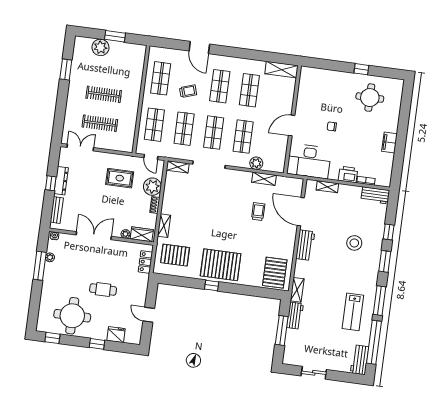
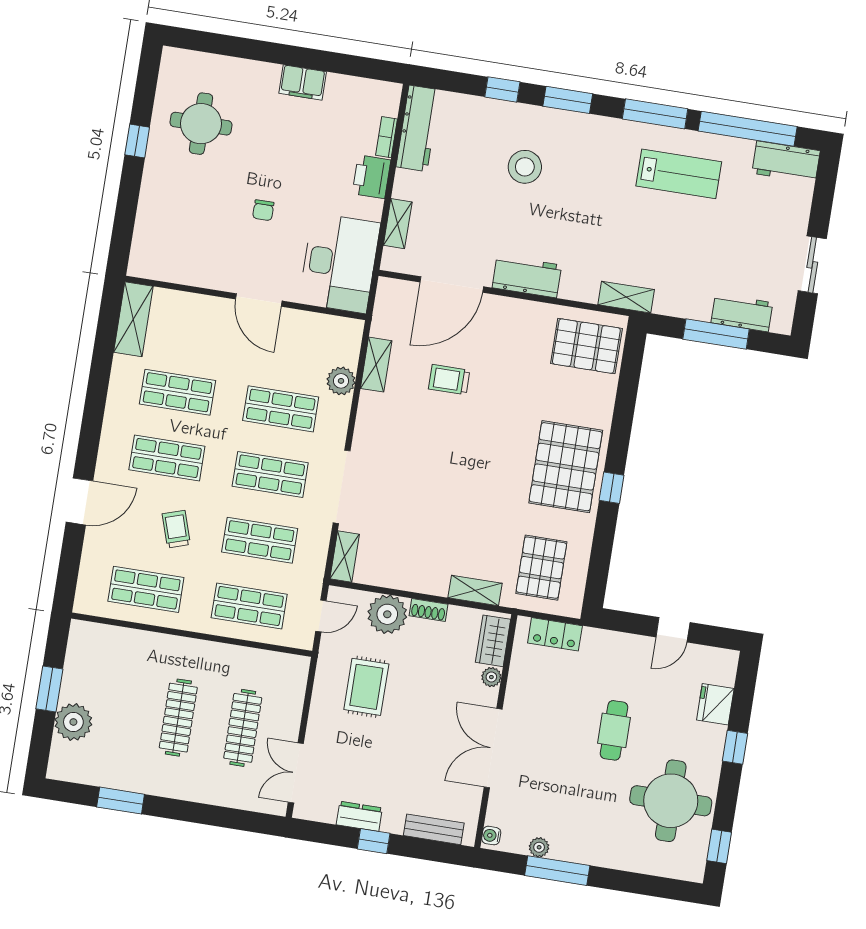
dresser: (61, 181) -> (359, 816), width x0.70
workbench: (375, 195) -> (418, 128), width x1.38
workbench: (295, 316) -> (742, 313), moved

